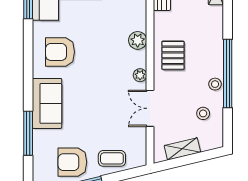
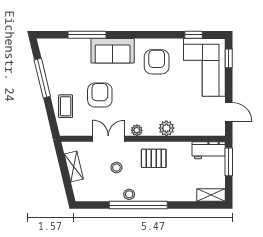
stool: (203, 113) -> (116, 168), moved
armchair: (72, 162) -> (100, 95), moved

